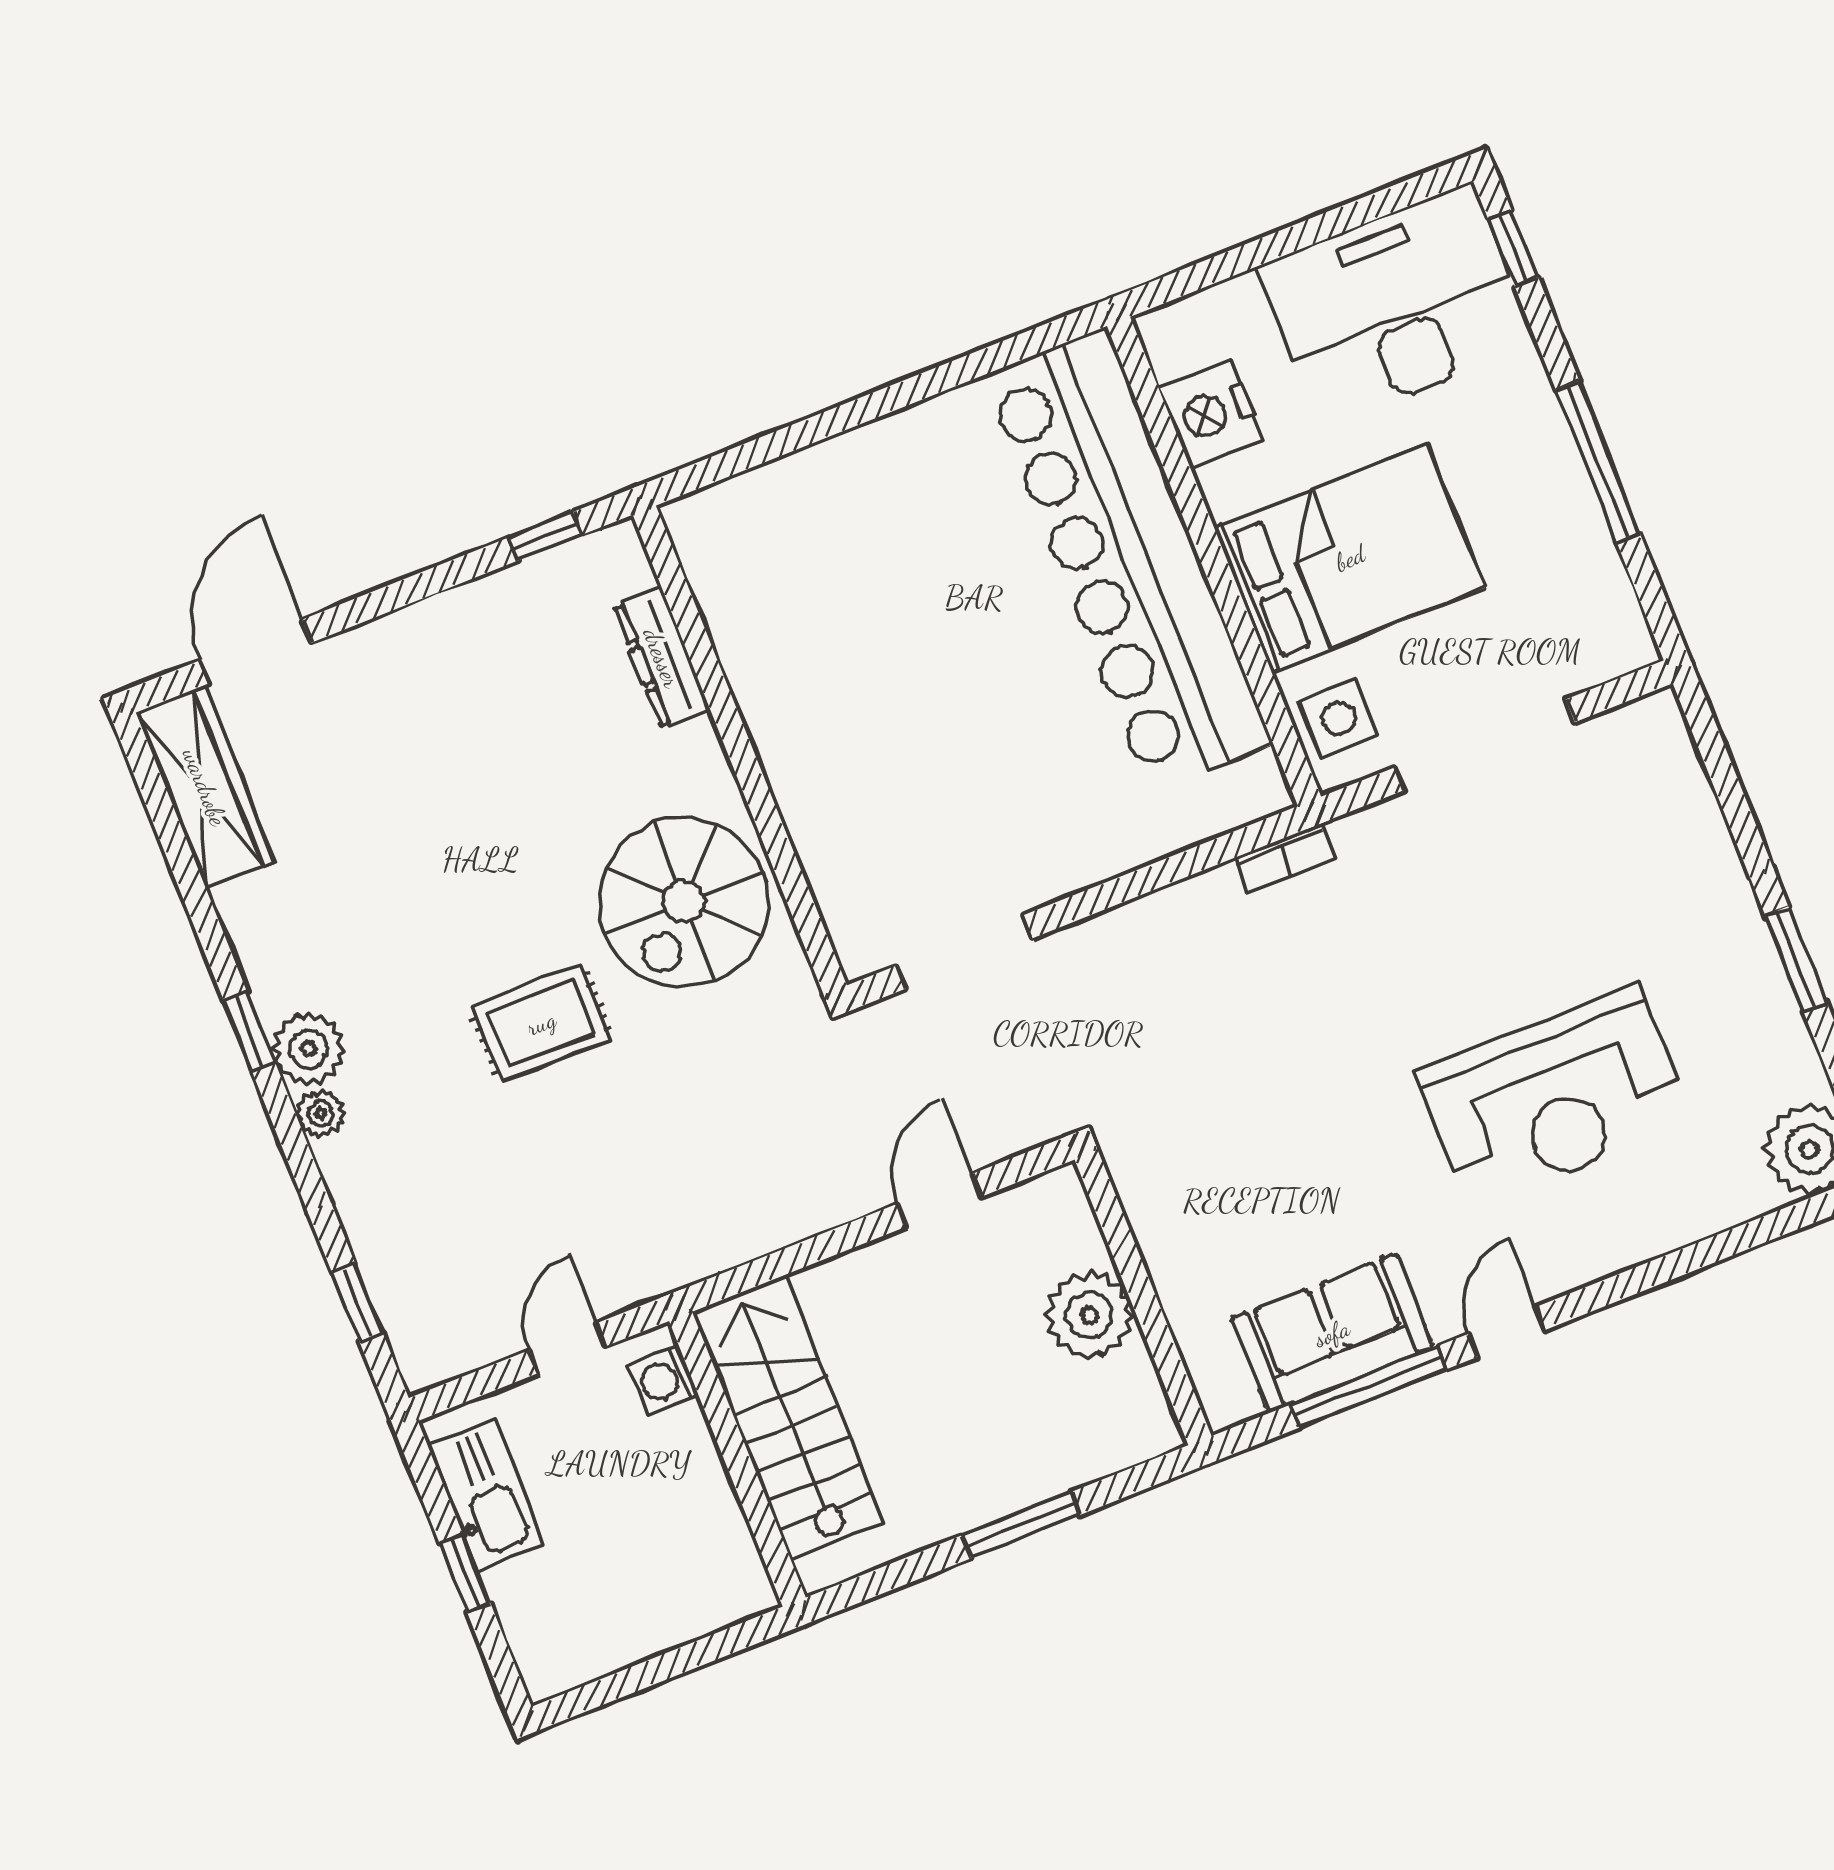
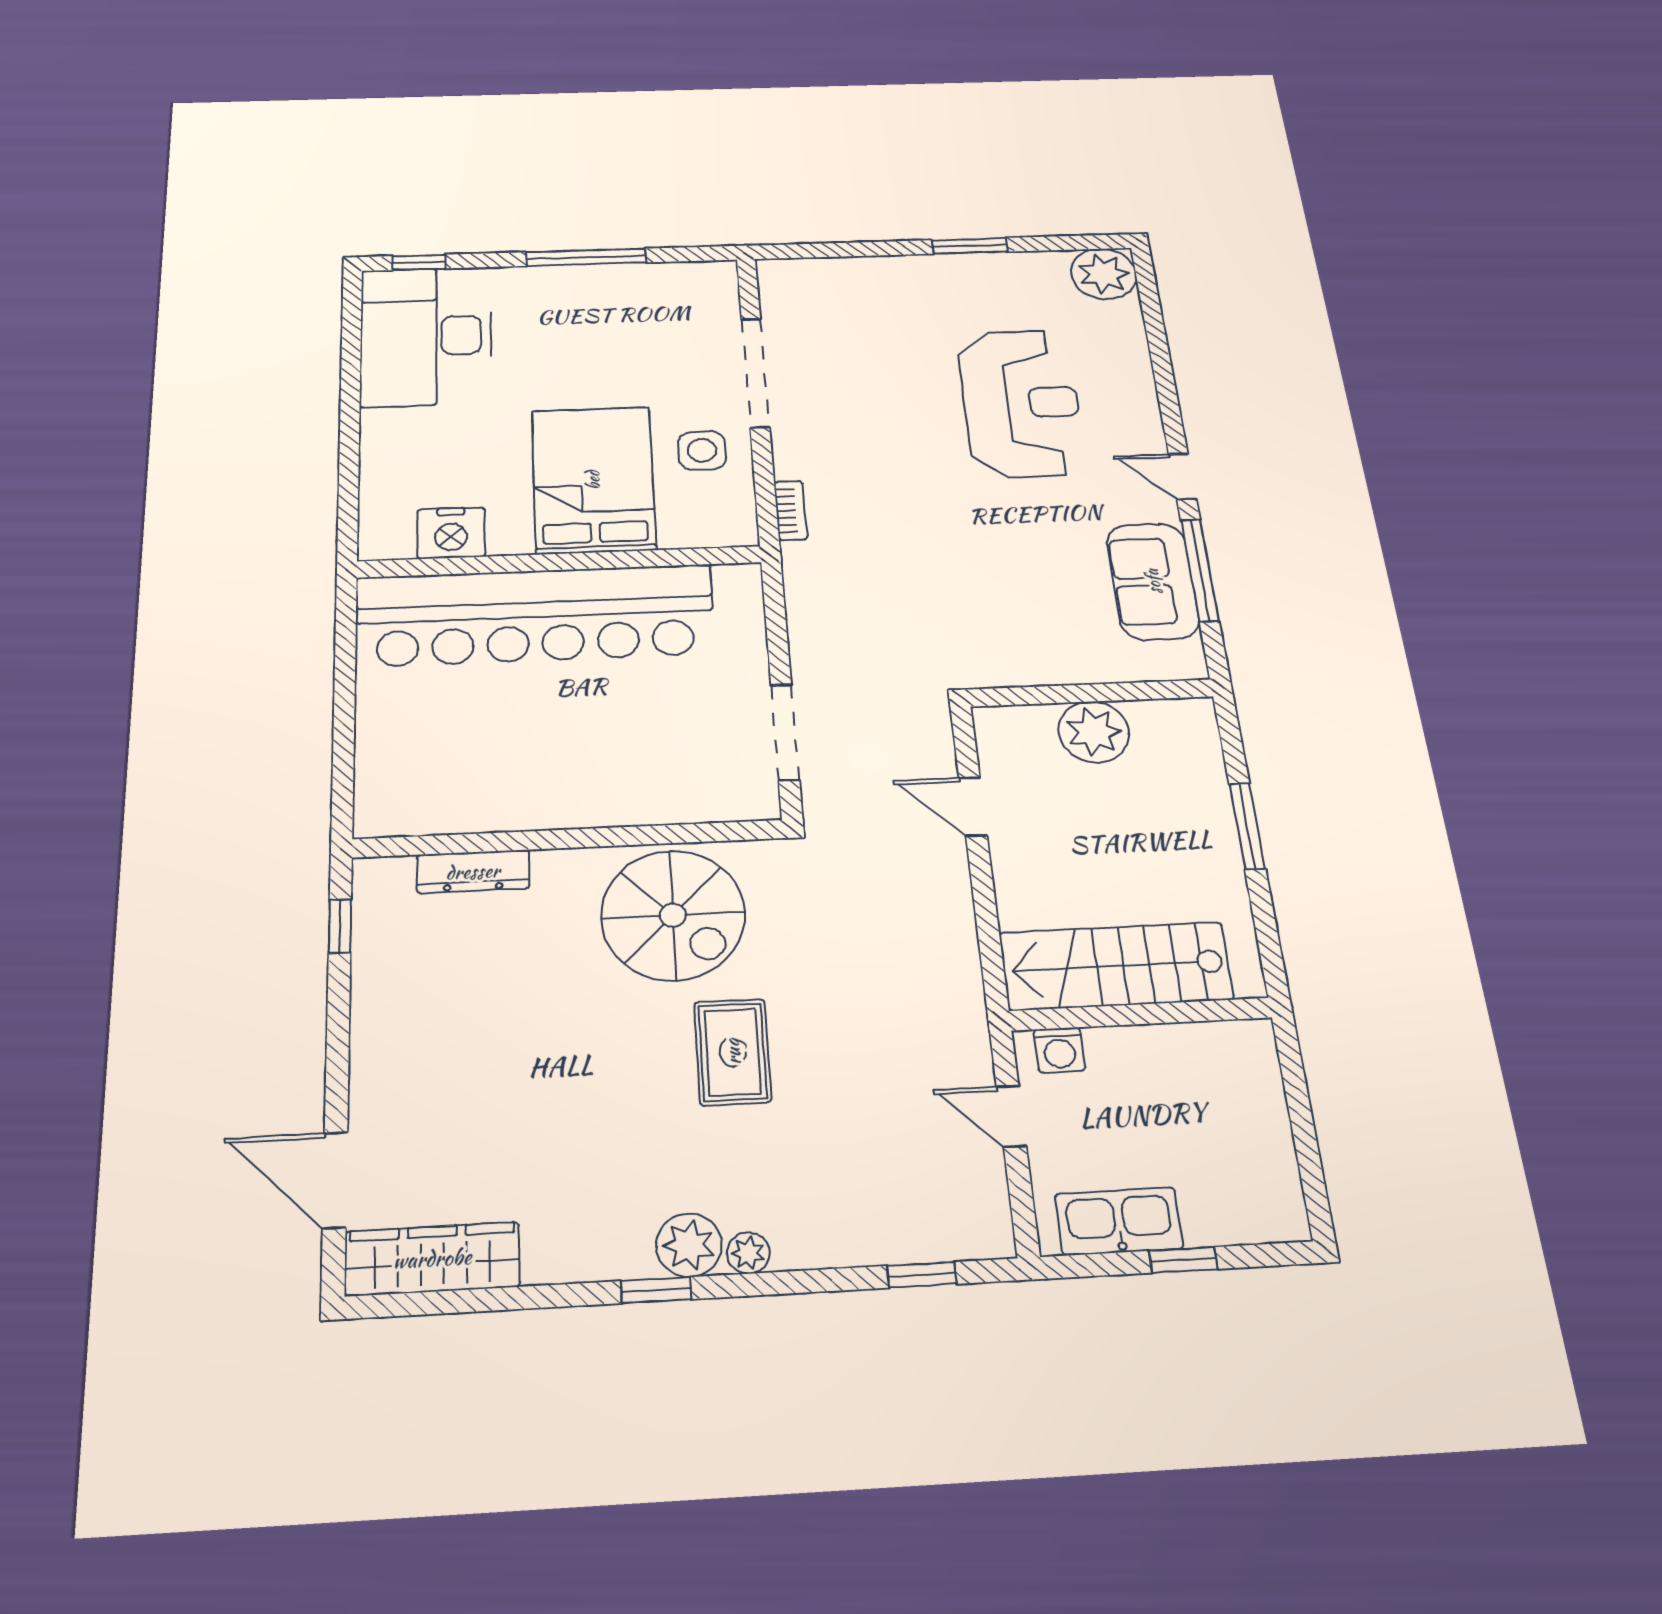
nightstand: (1210, 414) -> (451, 533), moved
bed: (1350, 558) -> (593, 480), moved
bar counter: (1128, 560) -> (535, 615), moved
wall: (1214, 561) -> (560, 562), moved

